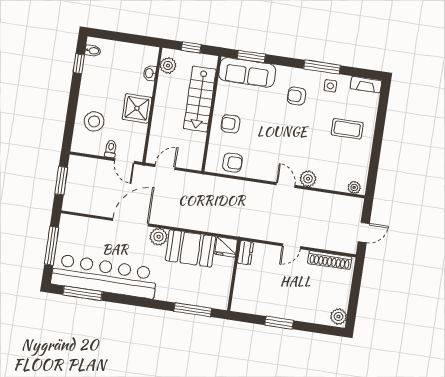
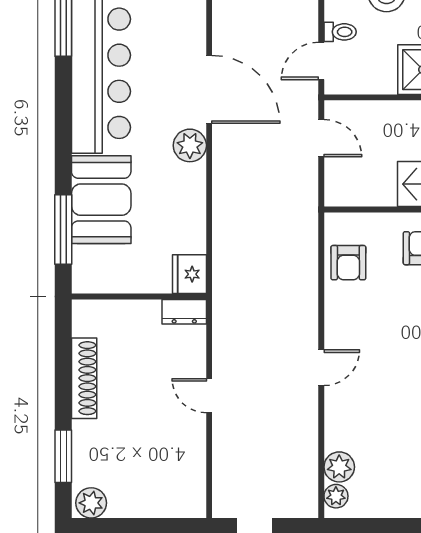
plant: (308, 179) -> (339, 467), moved
booth: (190, 248) -> (101, 200), moved
shoe rack: (330, 260) -> (84, 378), moved, turned 180
window: (279, 323) -> (63, 456), moved

